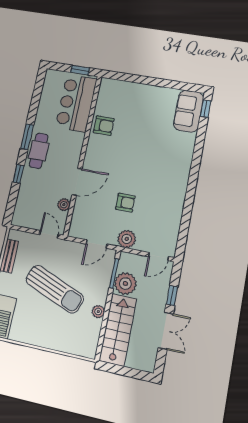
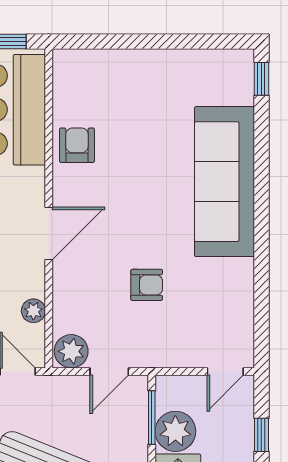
sofa: (189, 111) -> (224, 182), moved, width x1.85, depth x1.27
armchair: (104, 126) -> (77, 145), turned -90
door: (77, 182) -> (49, 233), moved
plant: (127, 239) -> (71, 351), moved

